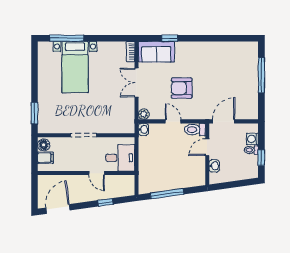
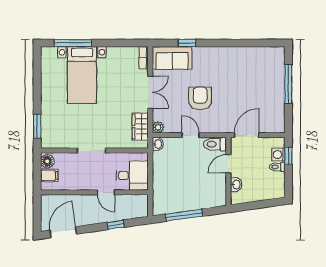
double door: (137, 83) -> (150, 92), swing flipped
armchair: (182, 88) -> (200, 98), turned 90
wardrobe: (128, 114) -> (140, 127), added
window: (261, 158) -> (288, 156), moved

